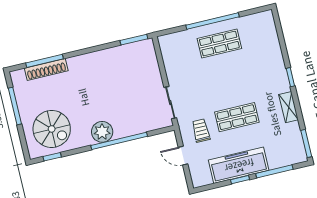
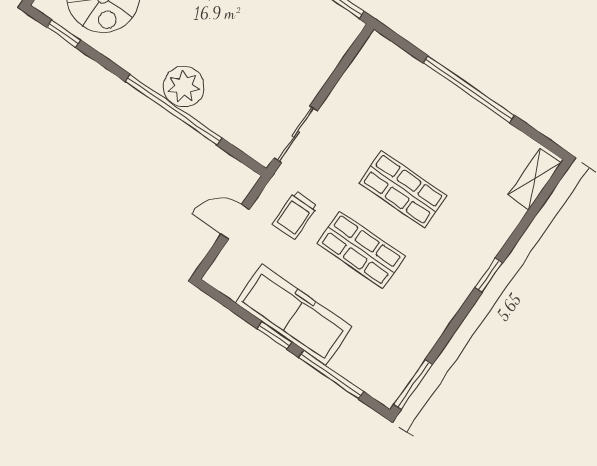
shop shelf: (219, 44) -> (403, 189), moved
shelving: (289, 107) -> (535, 179), moved
trolley: (201, 131) -> (295, 215), turned 180
plant: (102, 132) -> (184, 87), moved
door: (183, 156) -> (235, 222), hinge flipped

